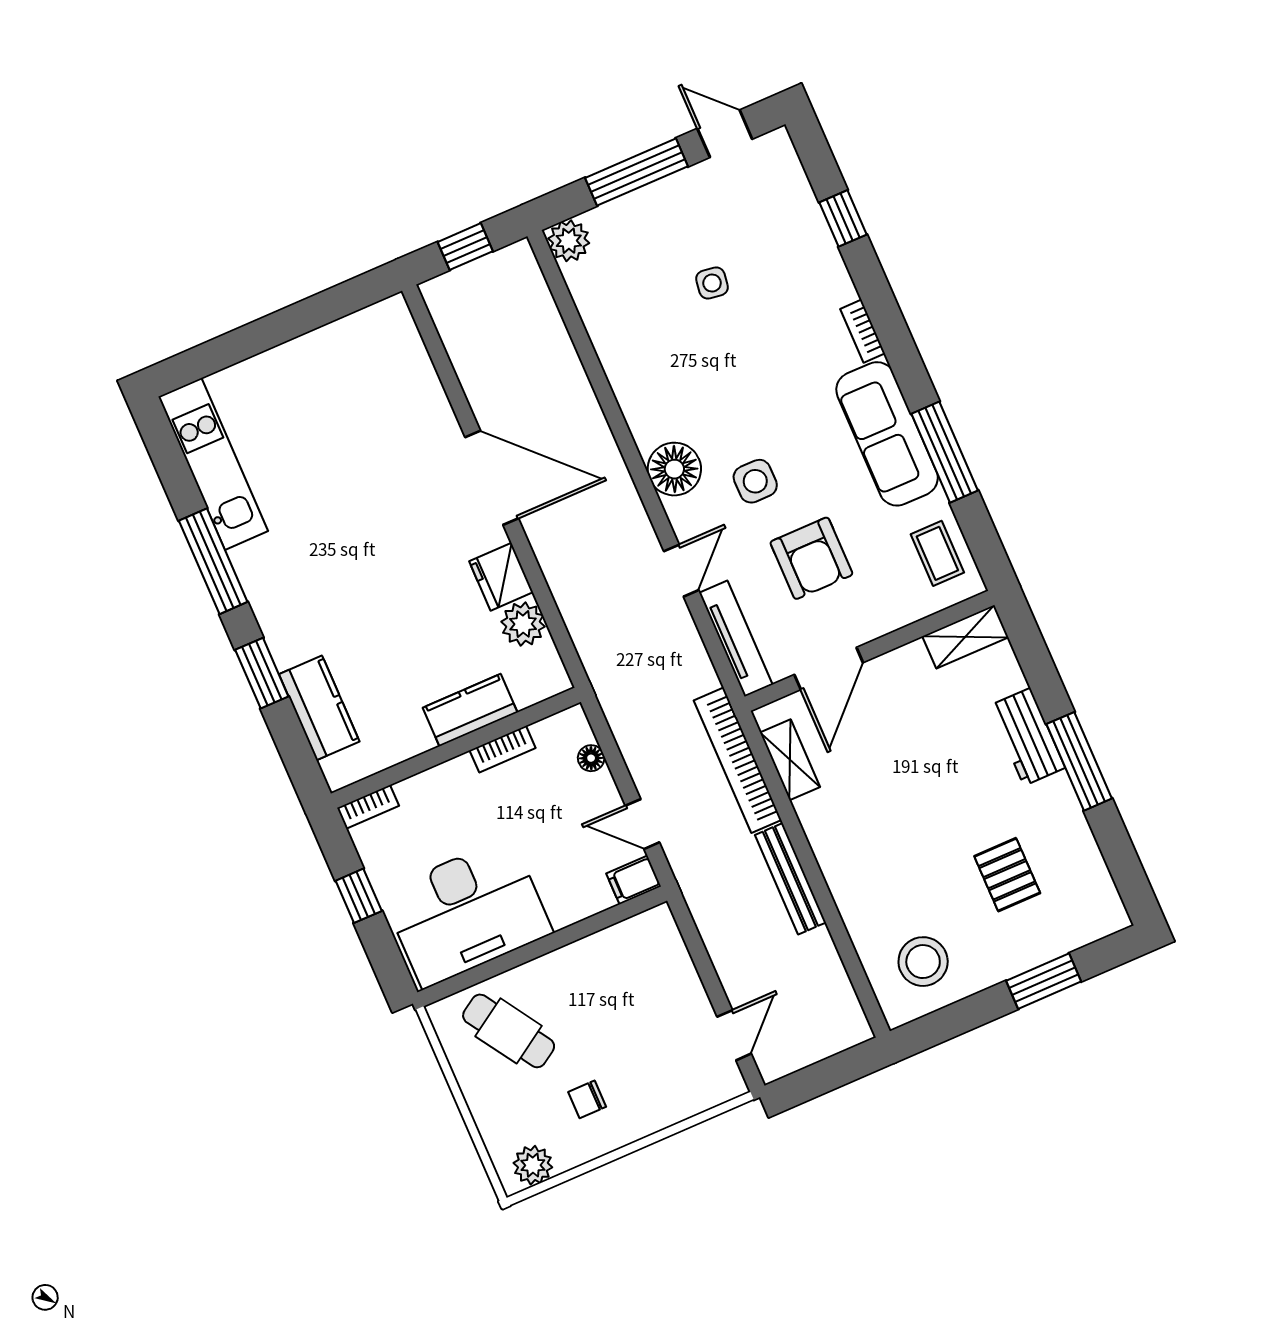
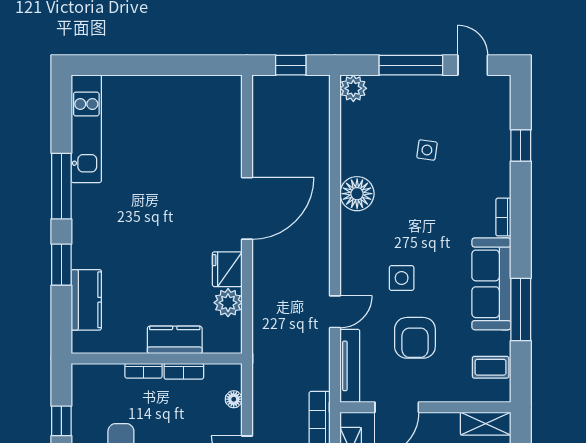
floor lamp: (674, 469) -> (357, 194), moved
door: (492, 478) -> (247, 208), hinge flipped
coffee table: (937, 553) -> (491, 367), turned 90
bookcase: (368, 807) -> (144, 371), moved

